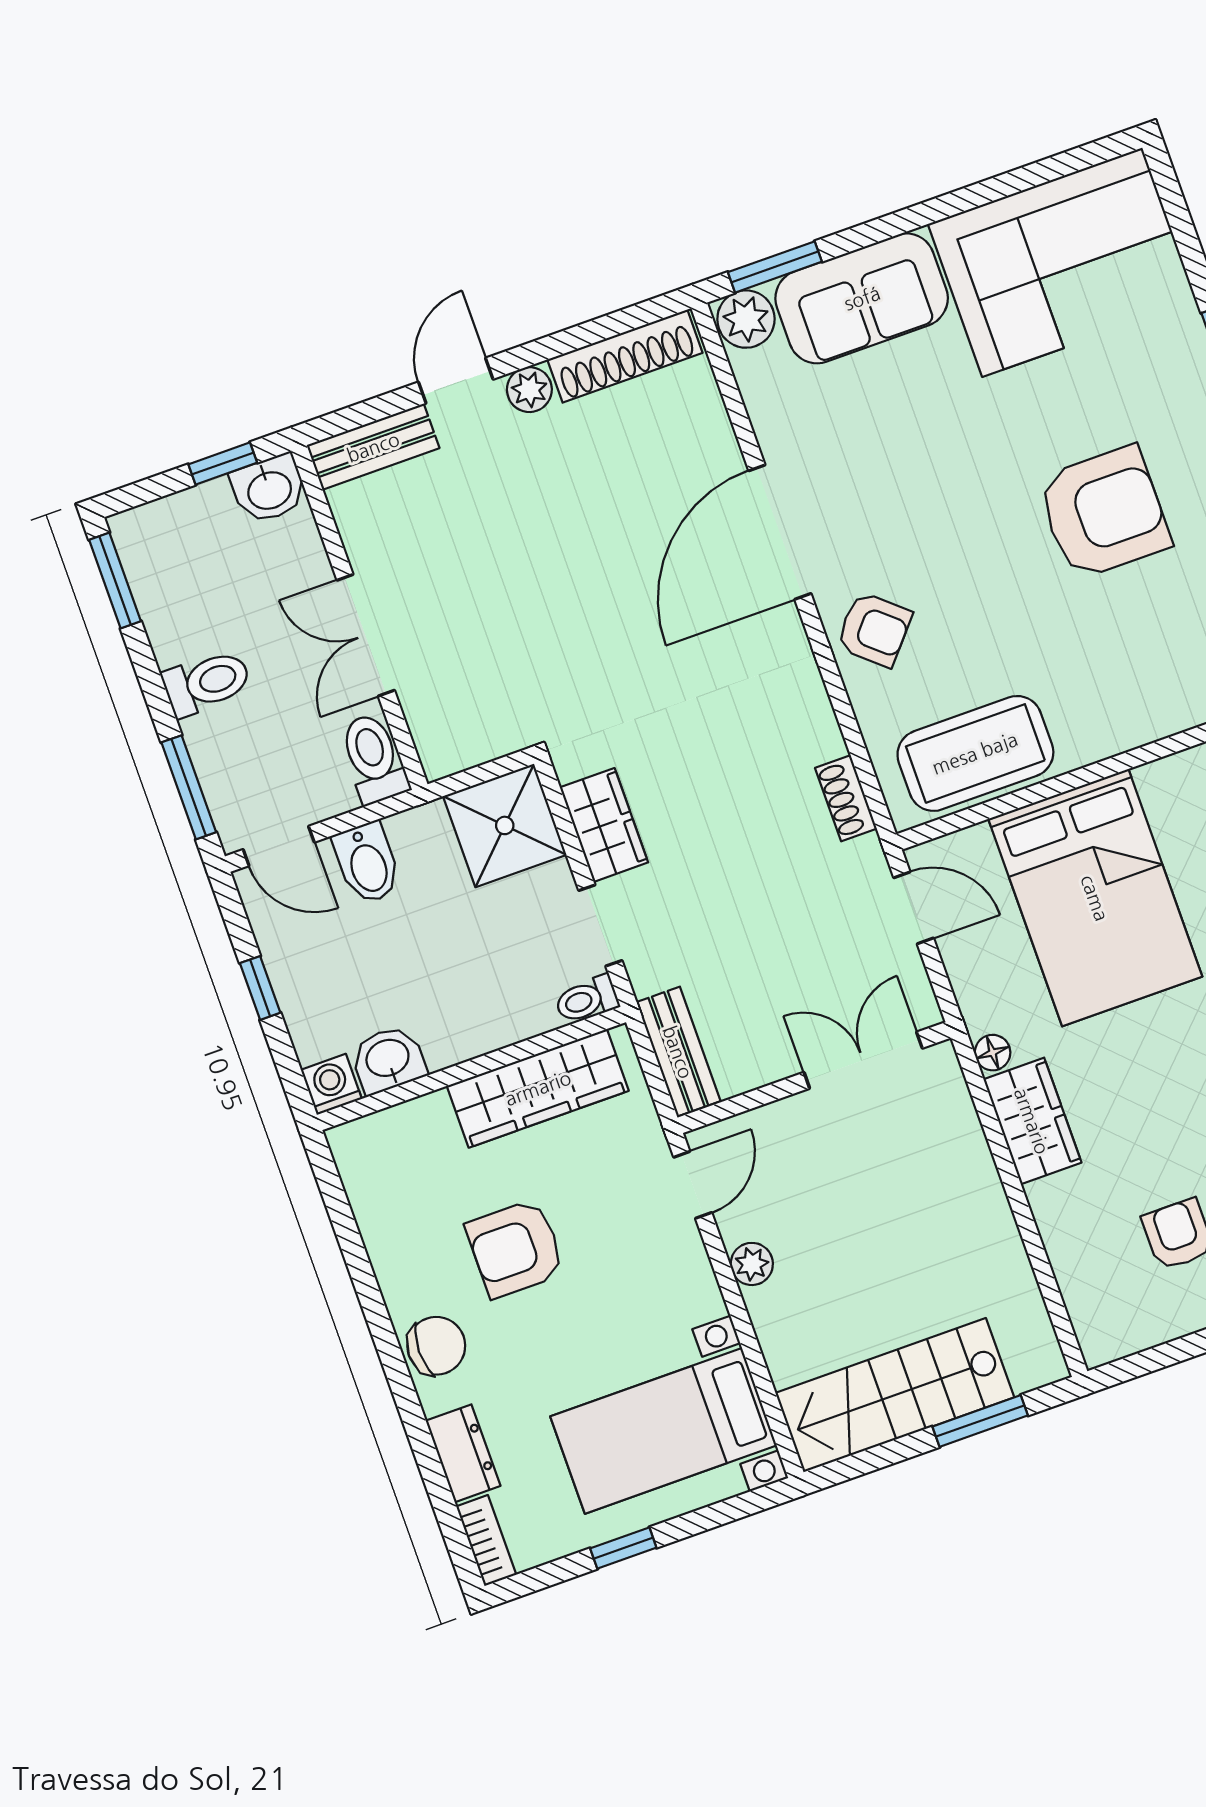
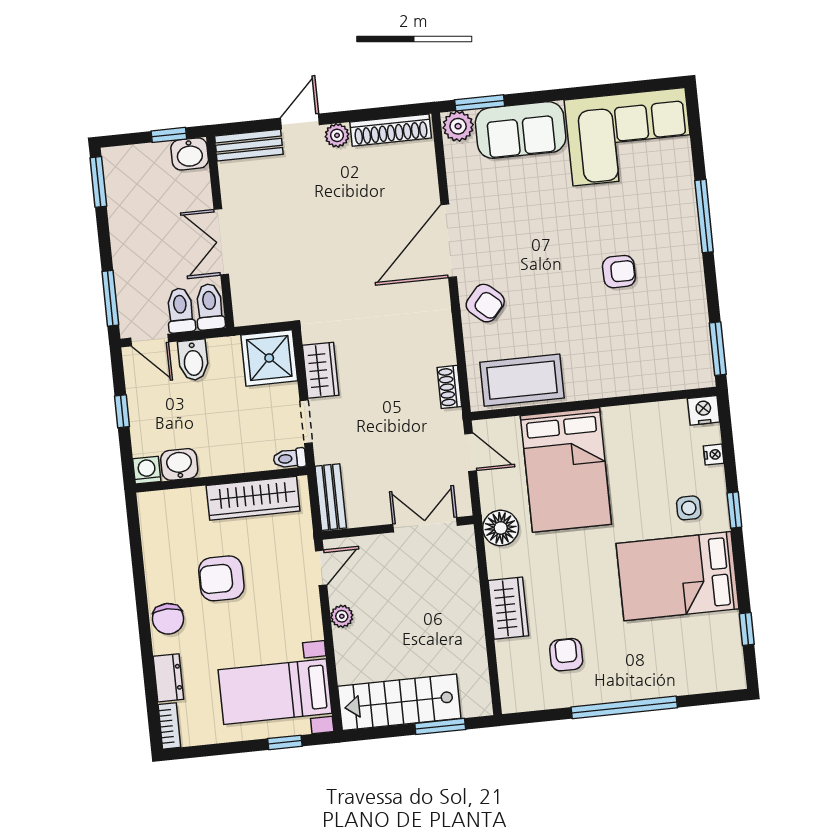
armchair: (1104, 513) -> (619, 272), width x0.53, depth x0.53
toilet: (207, 683) -> (180, 310), moved, turned -90
floor lamp: (993, 1053) -> (501, 528), width x1.89, depth x1.89
wardrobe: (1032, 1121) -> (508, 608), moved
chair: (436, 1346) -> (168, 619), turned 90
window: (623, 1548) -> (285, 742), moved

